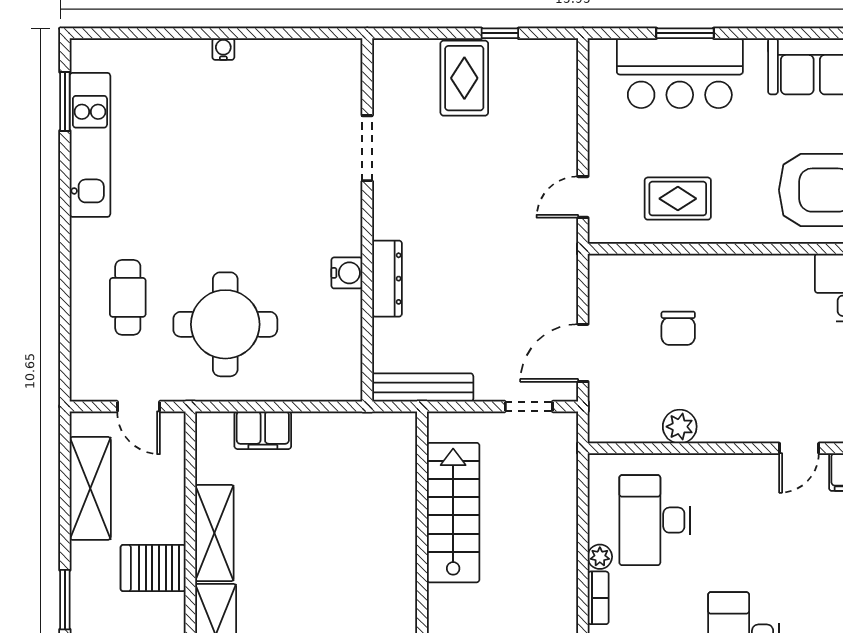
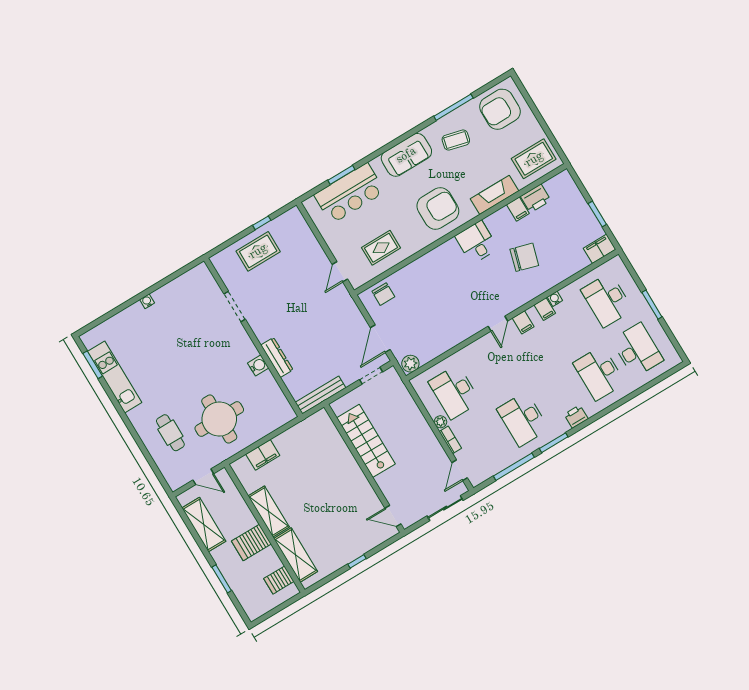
rug: (464, 78) -> (258, 251), turned 90
chair: (678, 328) -> (383, 294), moved
plant: (680, 427) -> (410, 364), moved

